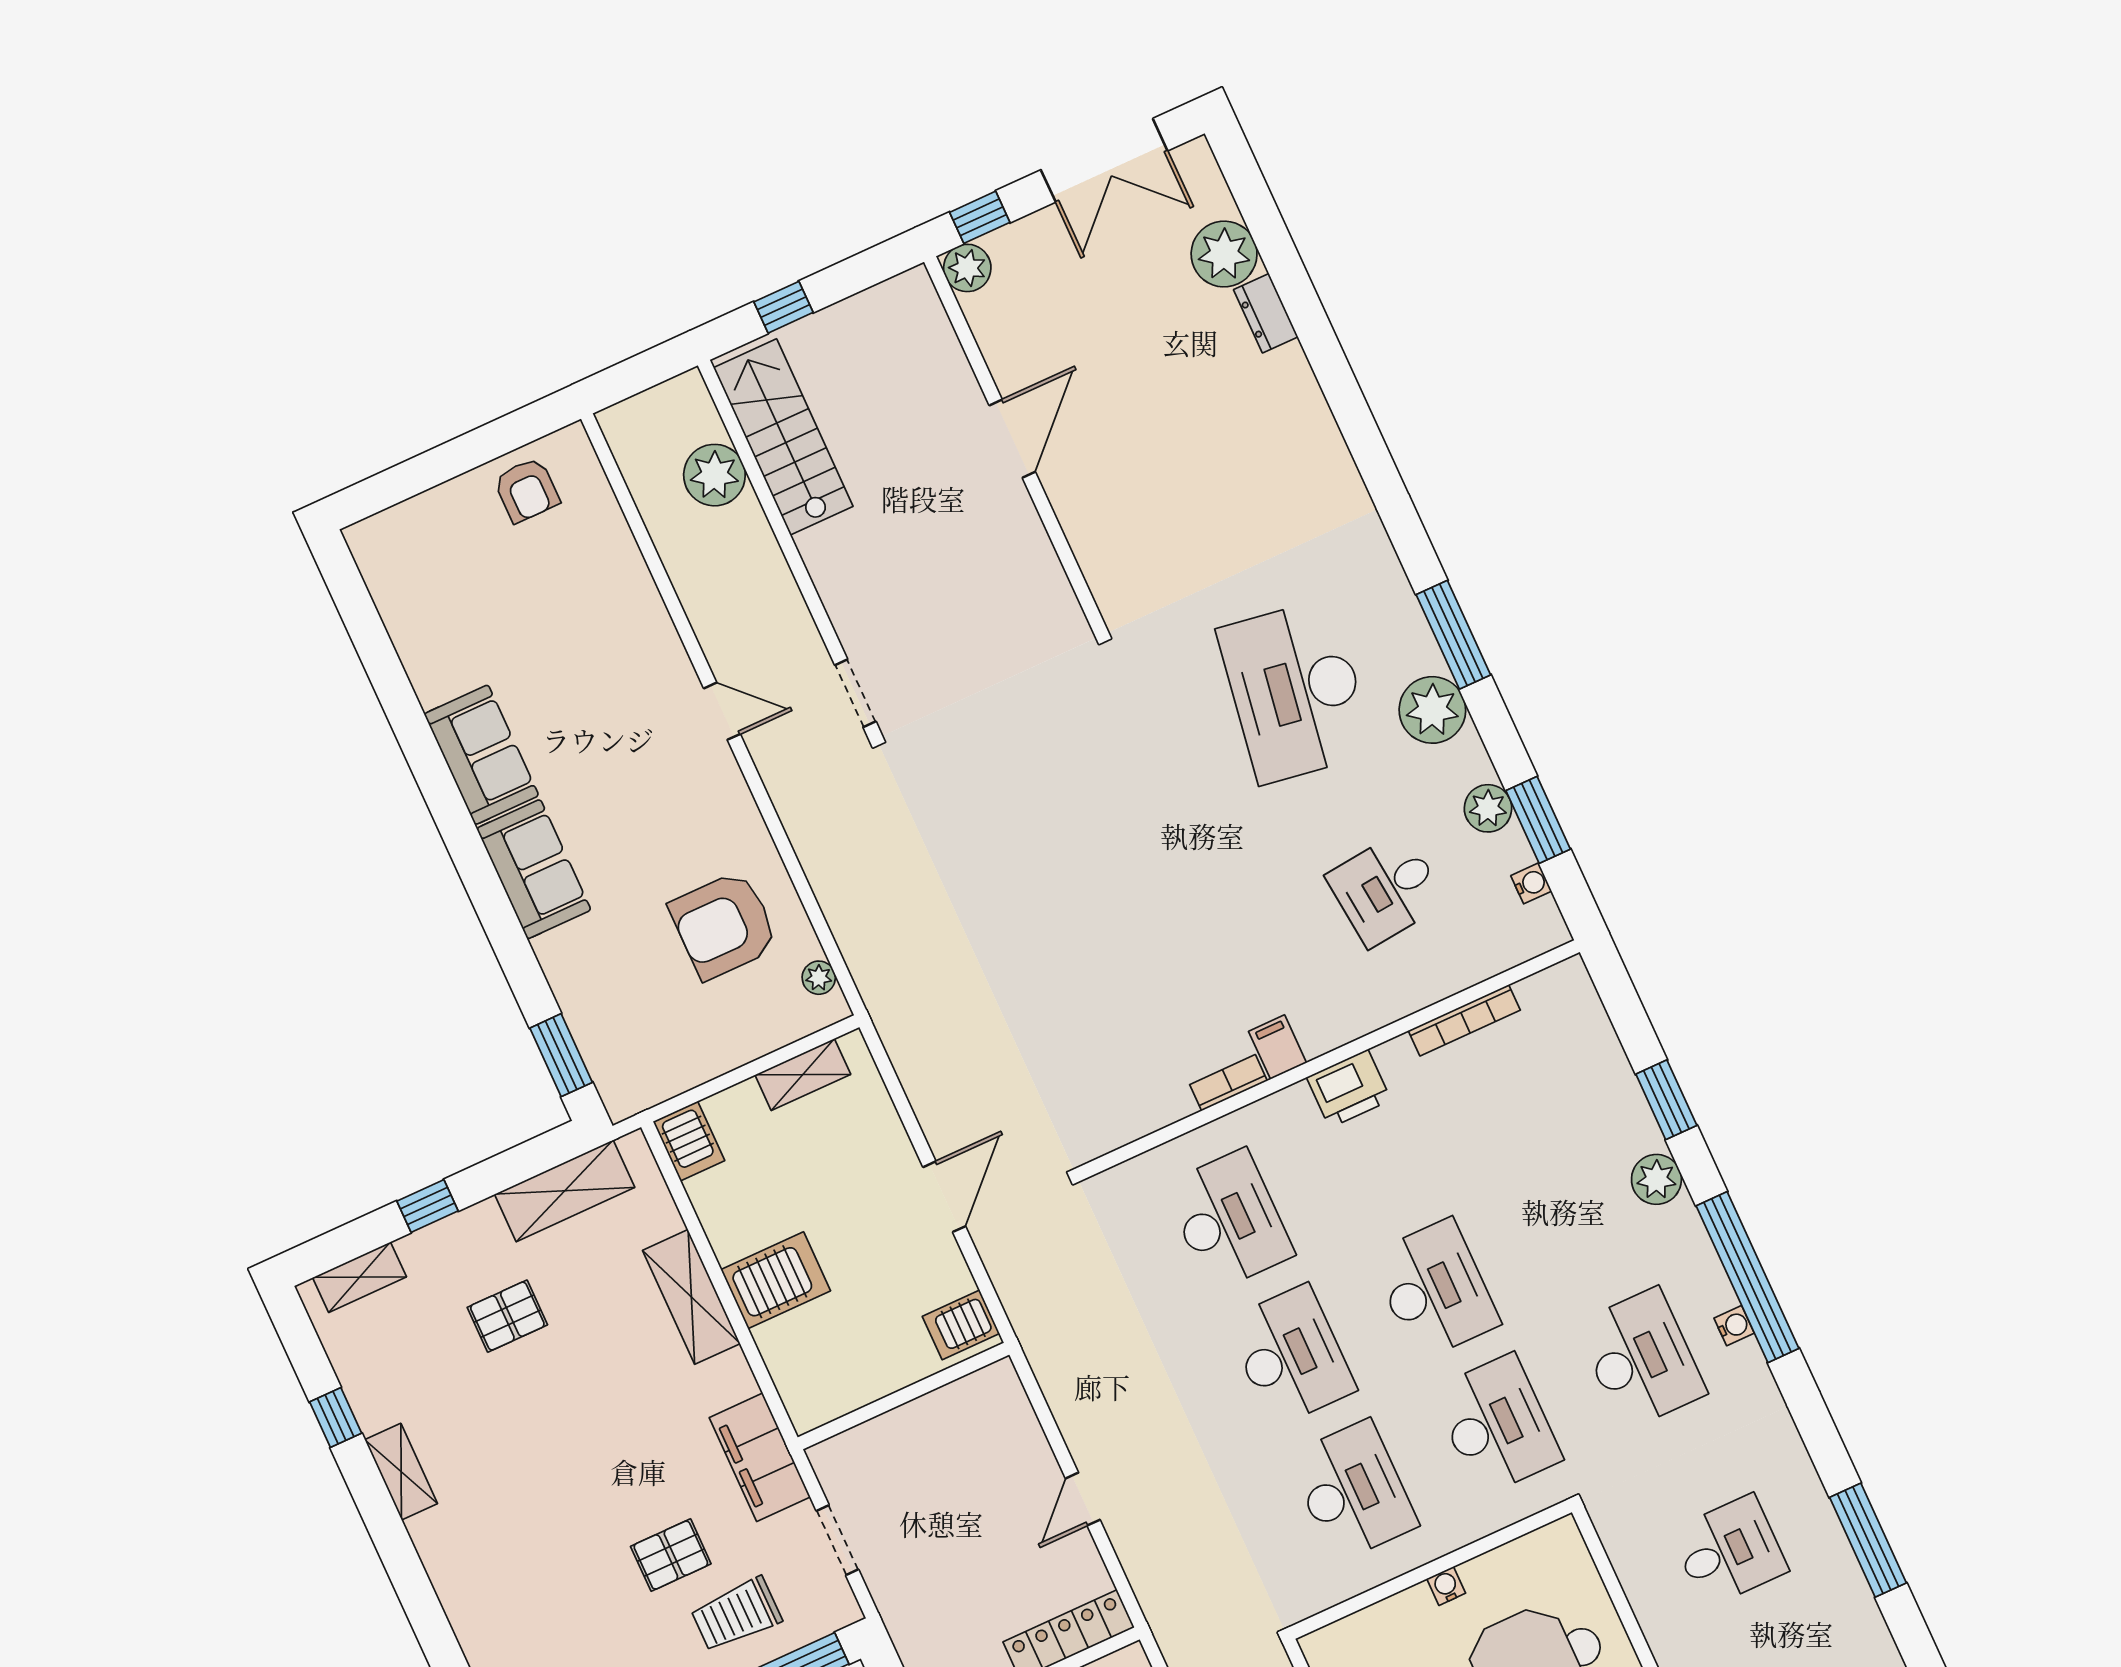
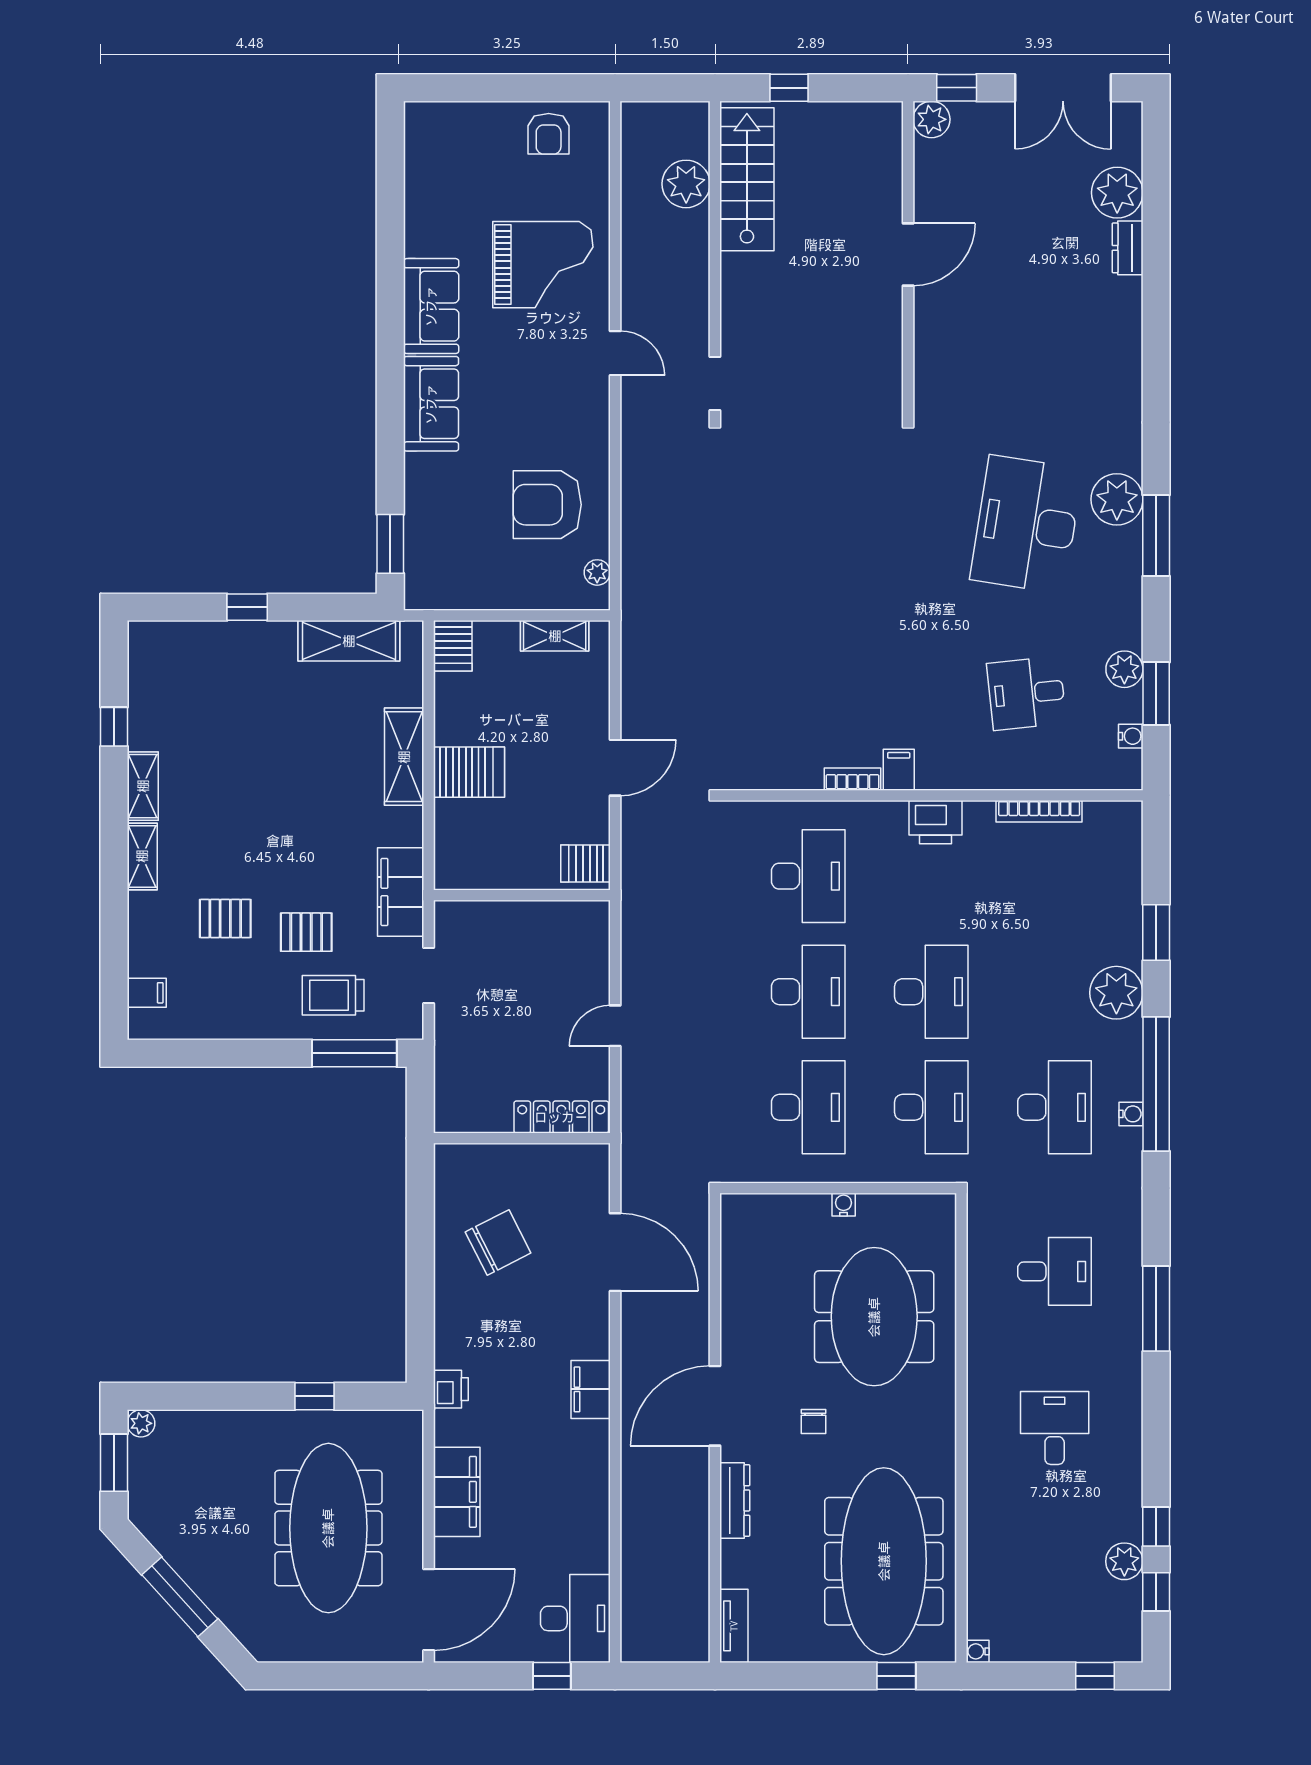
grand piano: (590, 646) -> (543, 265), added
plant: (1432, 710) -> (1117, 499), moved
plant: (1656, 1179) -> (1116, 993), width x1.36, depth x1.36
shelving: (360, 1277) -> (142, 856), moved, turned 90
pallet: (507, 1316) -> (225, 918), moved

